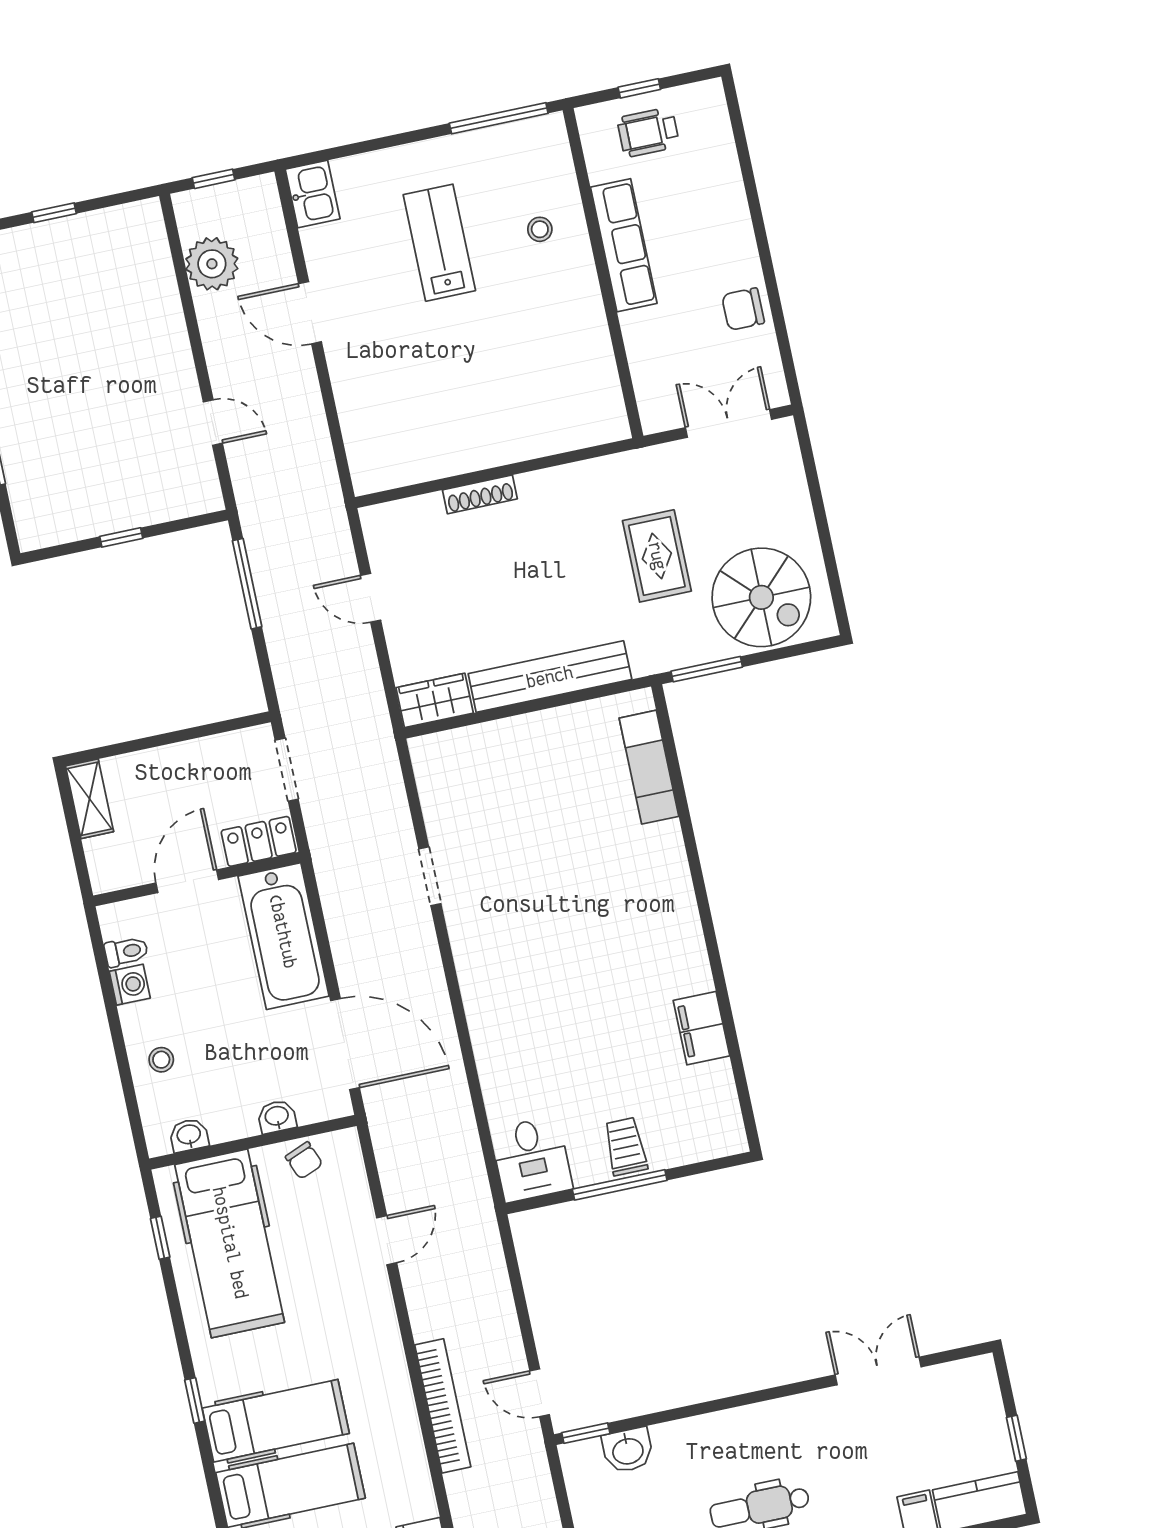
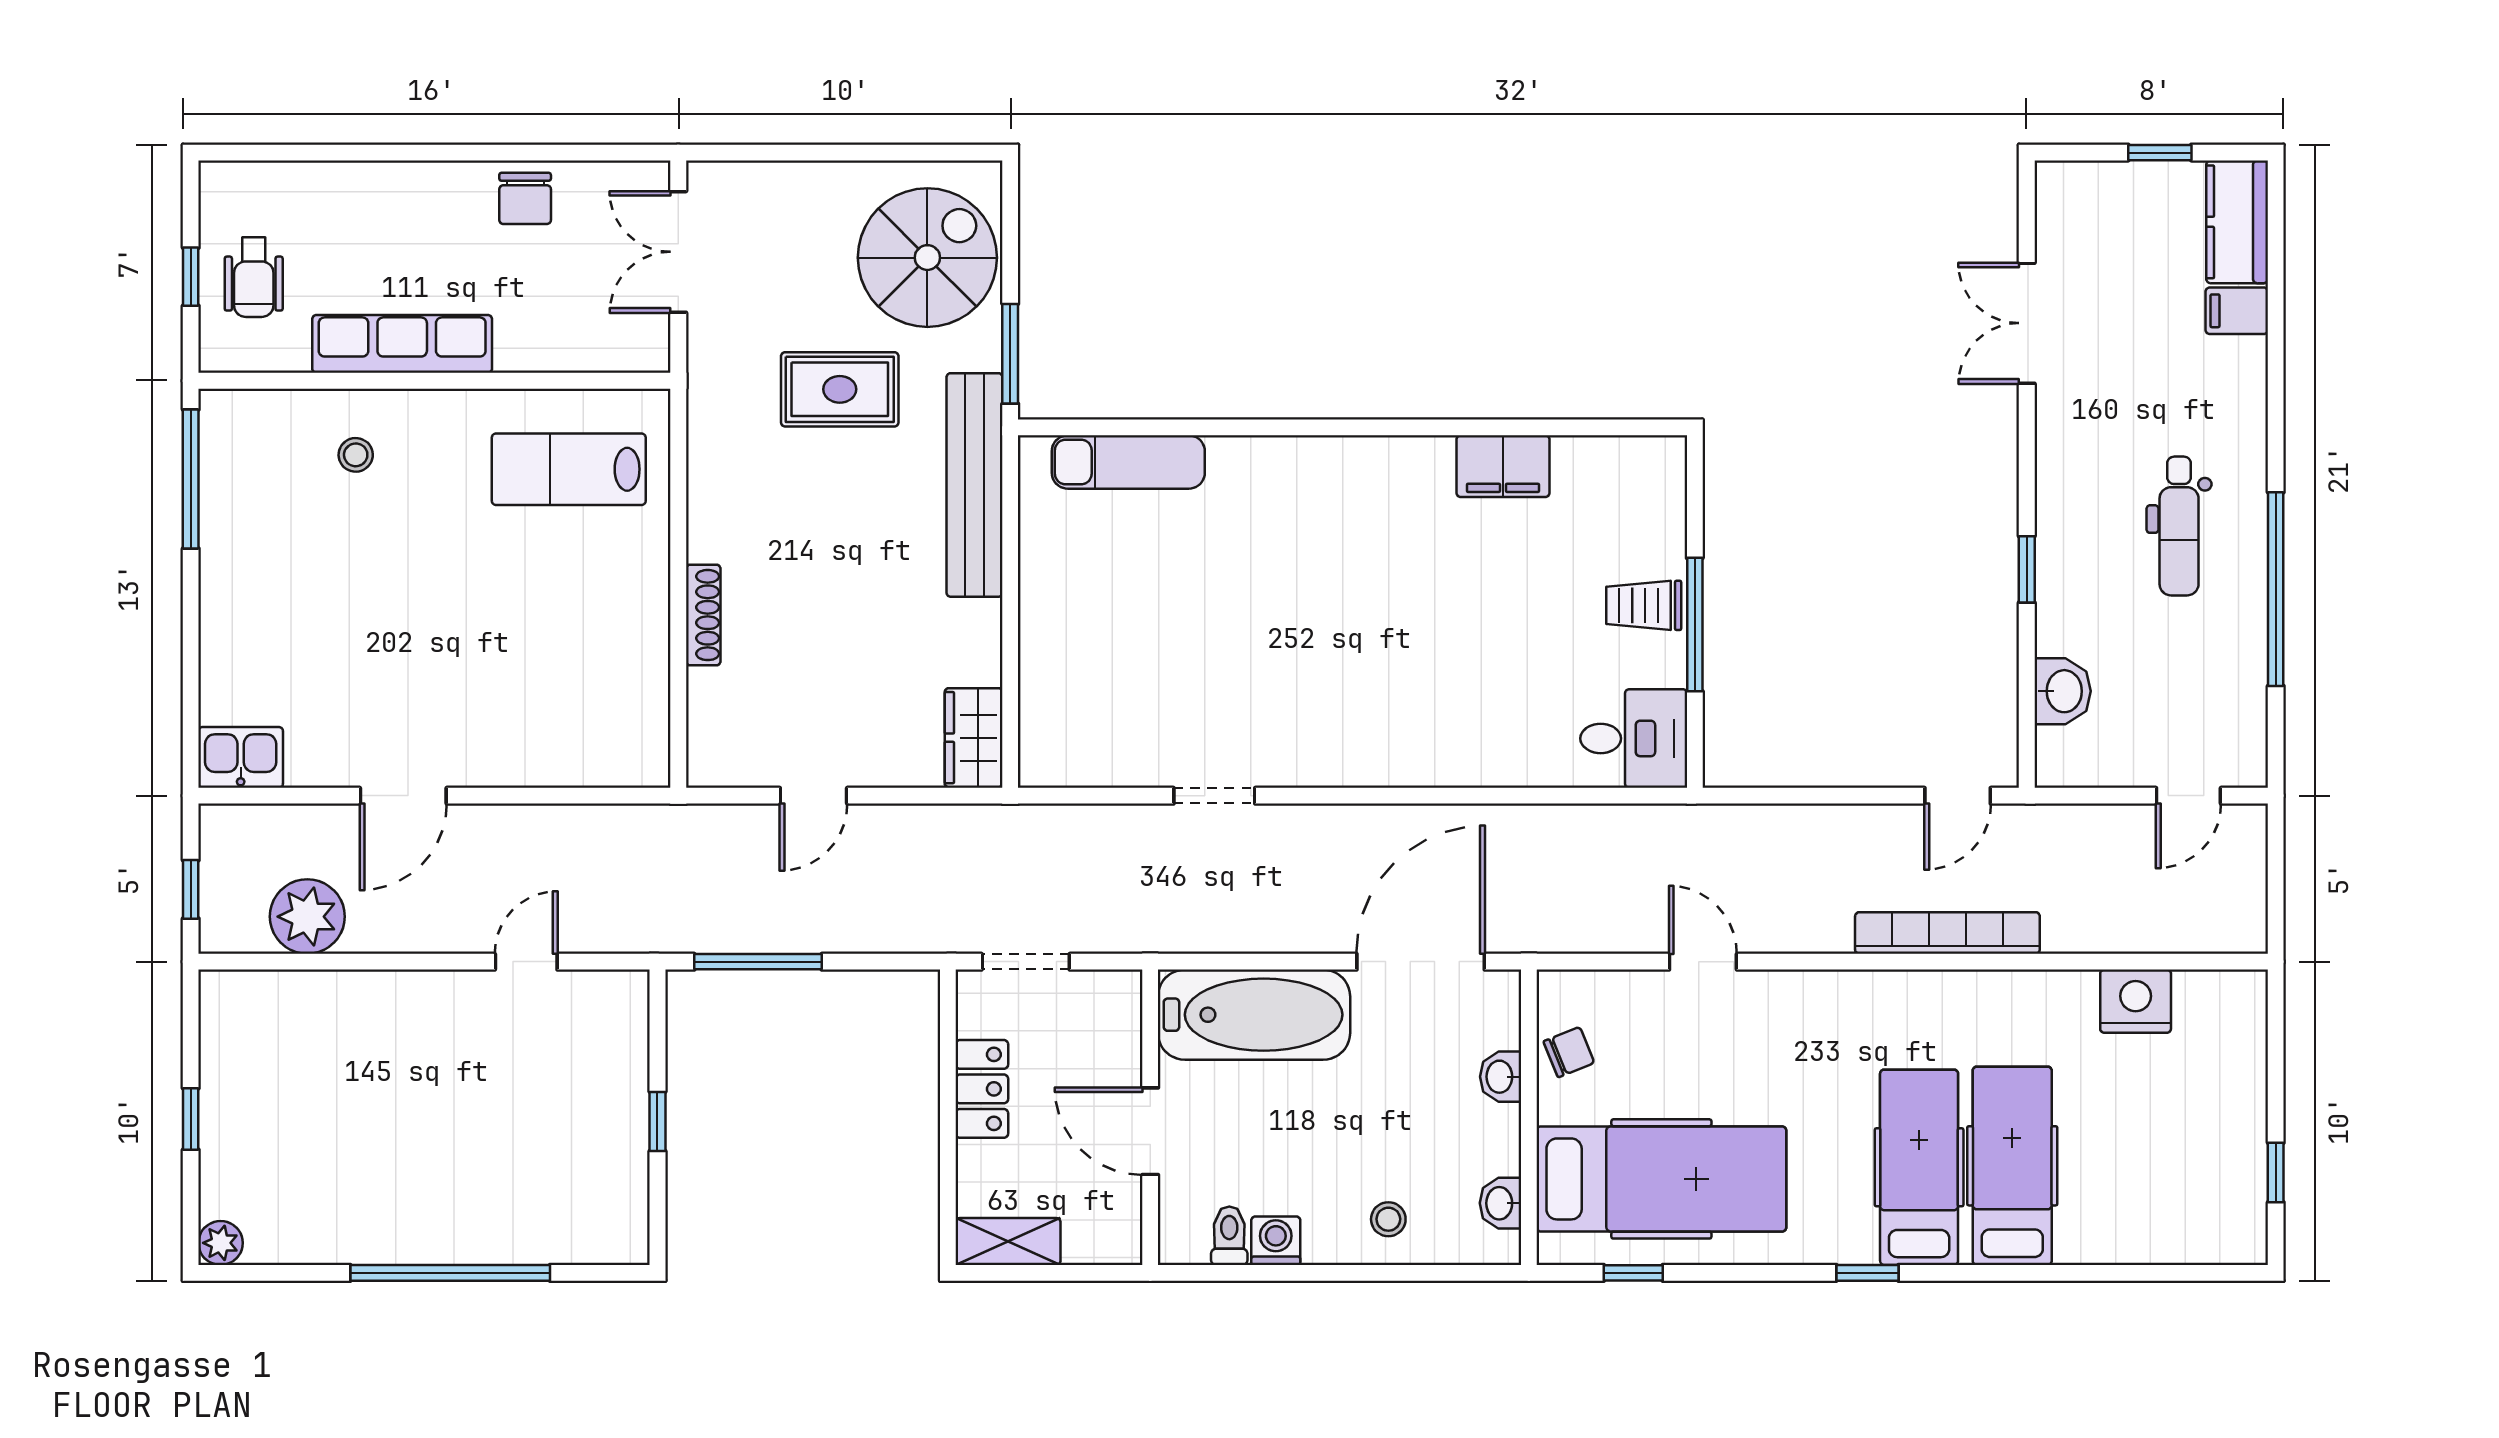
lab bench: (439, 243) -> (569, 469), moved
bench: (550, 677) -> (975, 485), moved
locker: (259, 841) -> (982, 1089), moved, turned 180
window: (586, 1433) -> (2027, 569), moved

